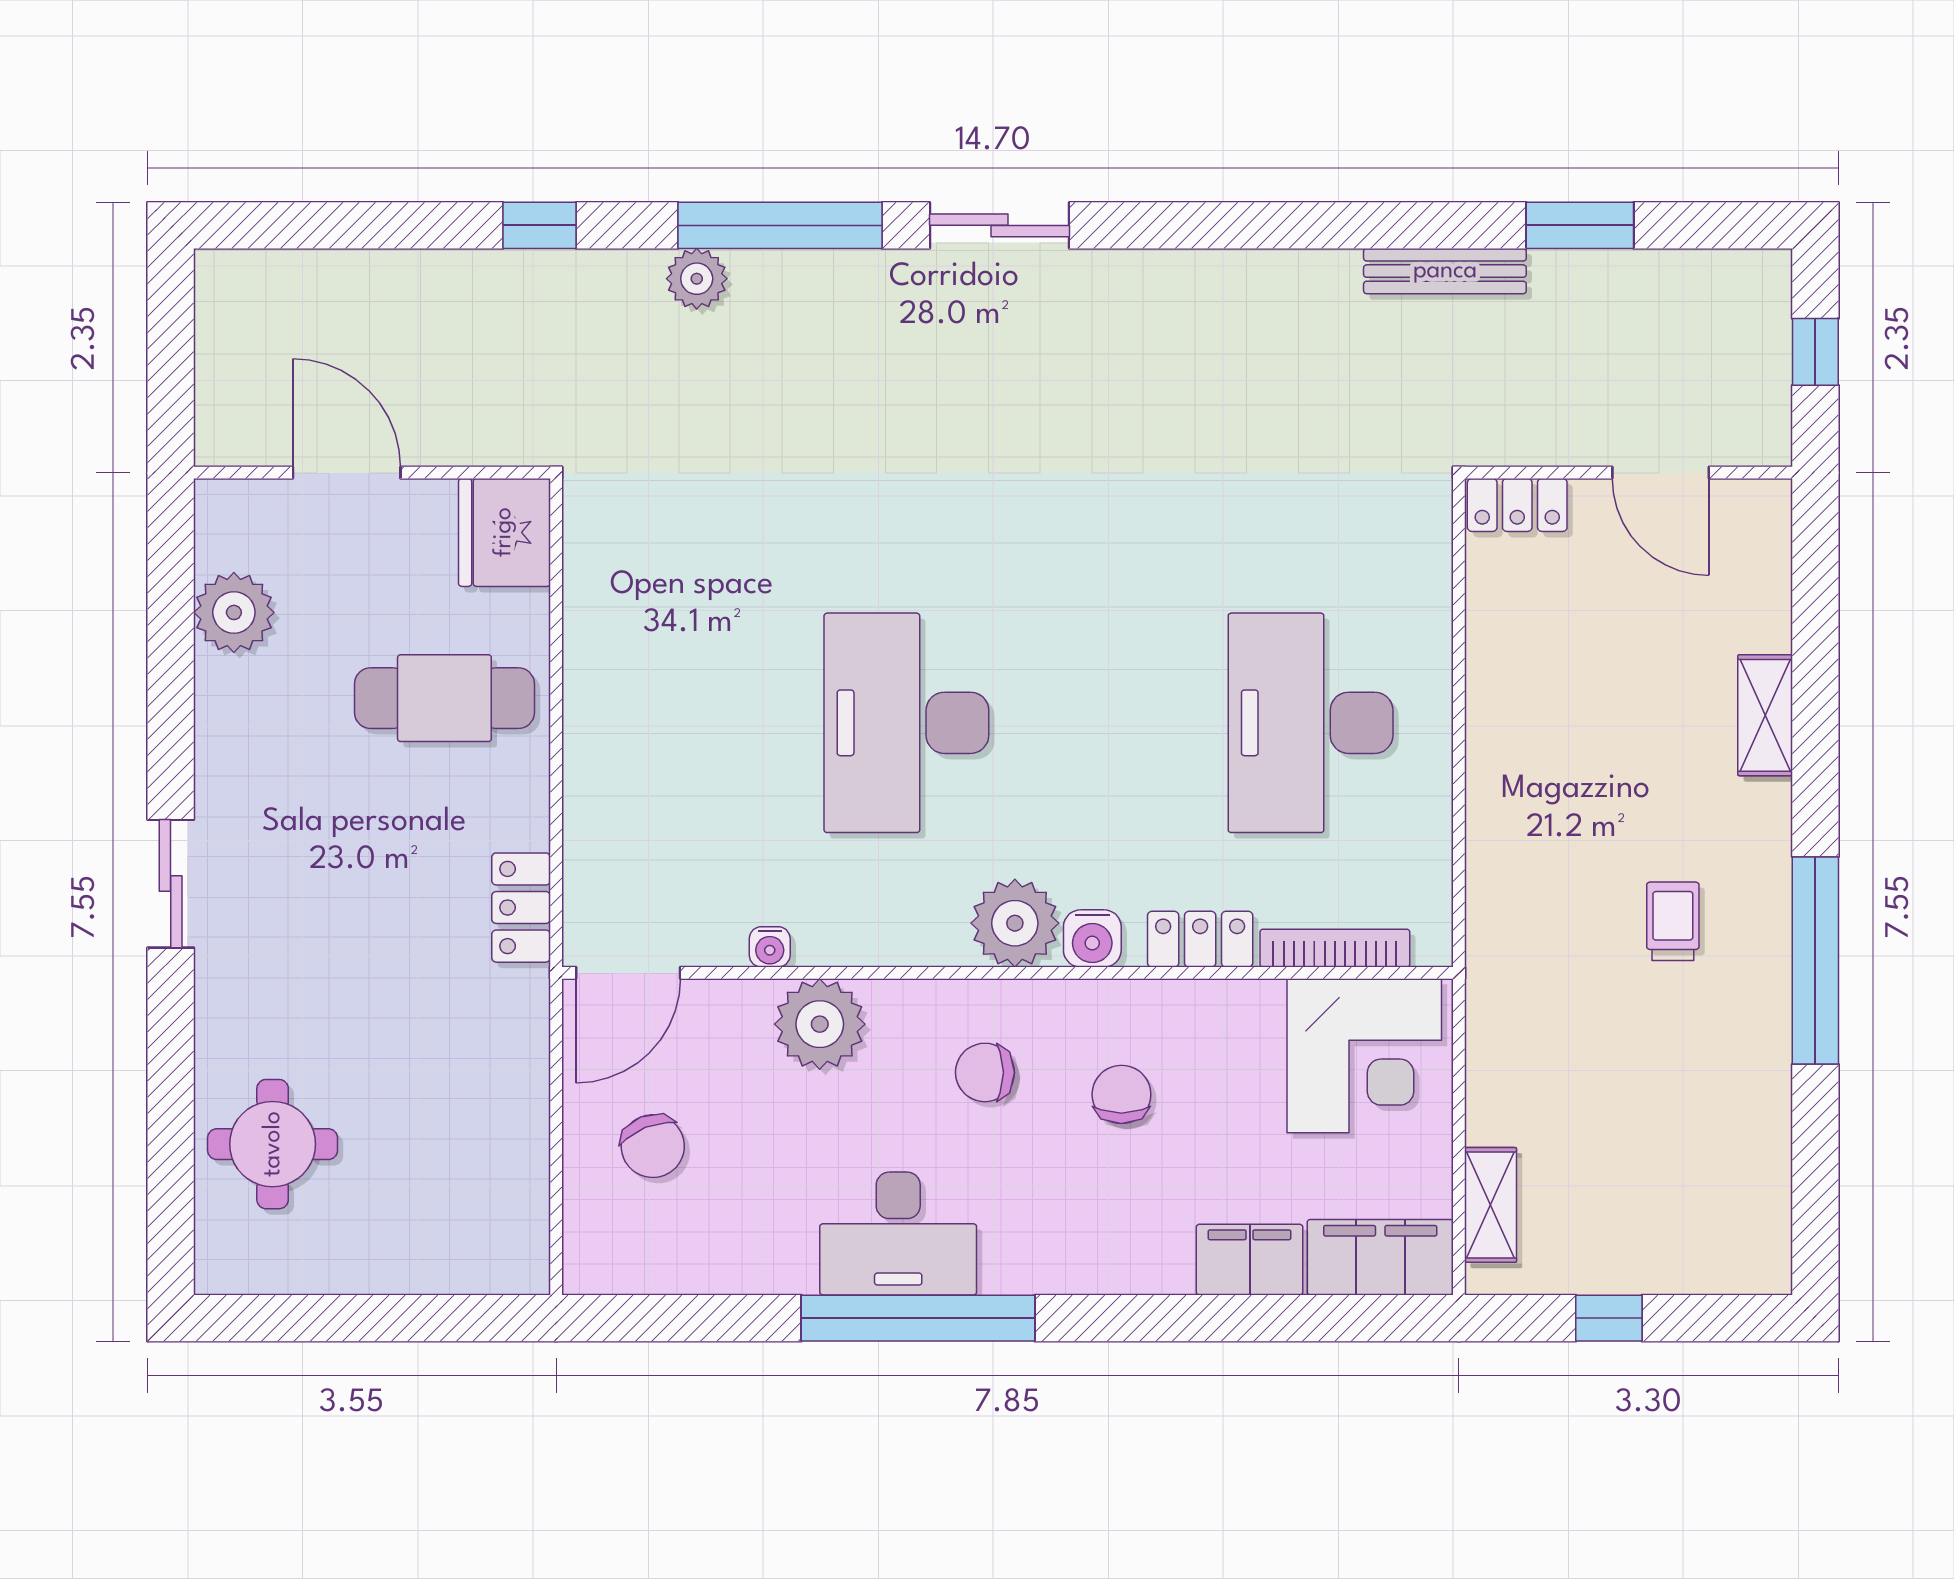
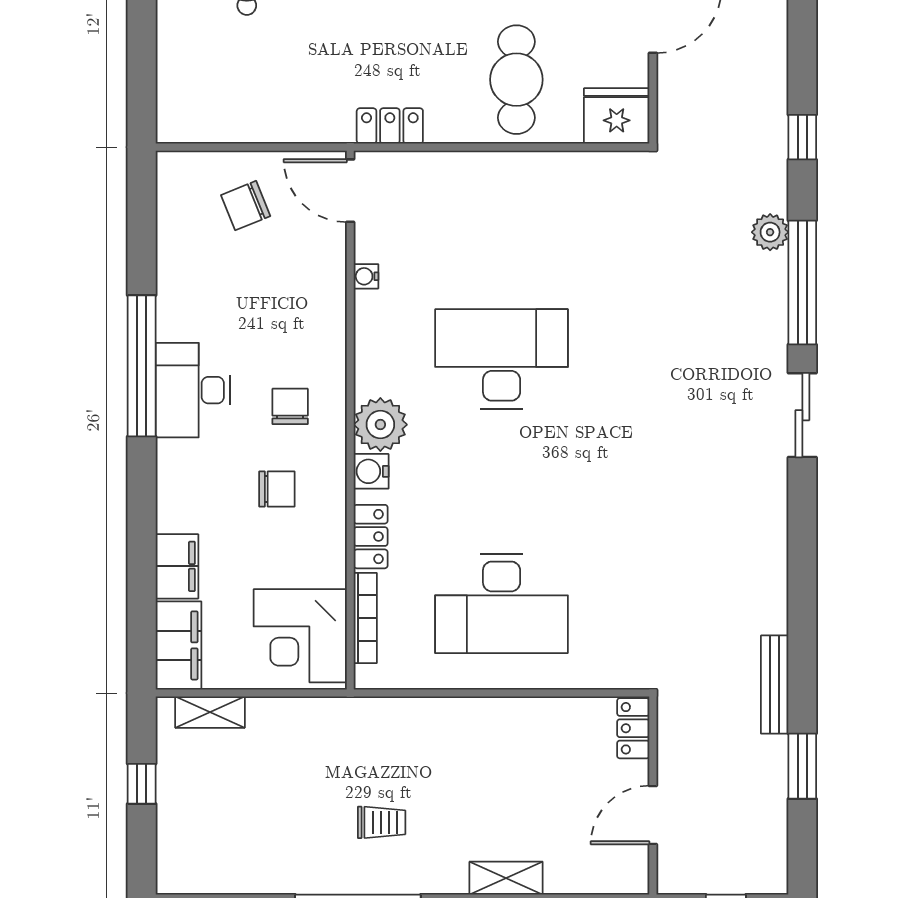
desk: (1311, 723) -> (502, 603), turned 180
plant: (820, 1024) -> (319, 307), removed
desk: (898, 1234) -> (193, 390), moved

